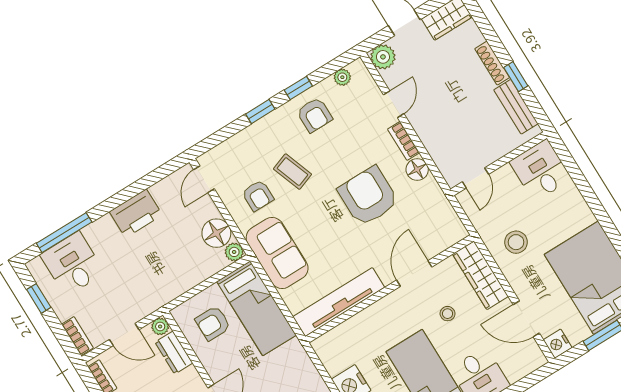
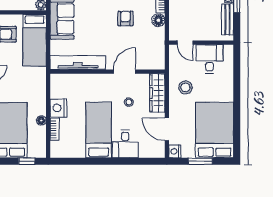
desk: (541, 170) -> (209, 59), moved
door: (475, 178) -> (185, 43), hinge flipped
armchair: (368, 196) -> (125, 18), width x0.53, depth x0.53

